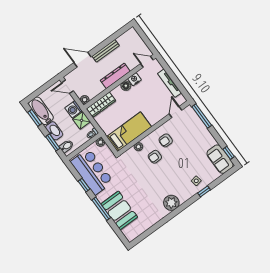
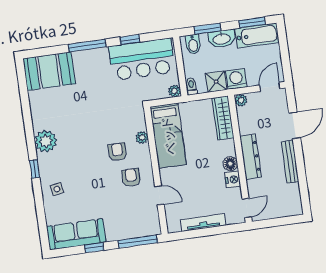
door: (176, 112) -> (159, 195), moved
window: (229, 153) -> (94, 248), moved
sofa: (220, 159) -> (76, 234), width x1.36
window: (204, 191) -> (35, 169), moved
booth: (119, 210) -> (49, 71), moved

